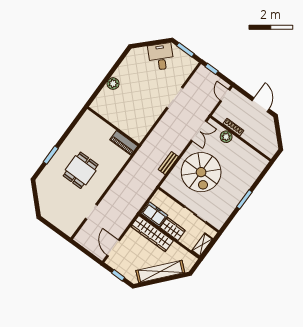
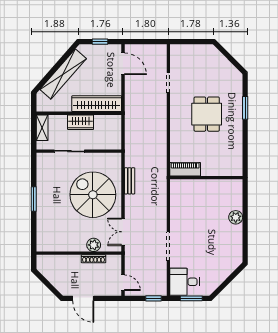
desk: (161, 57) -> (185, 282), moved, turned 135
freezer: (154, 214) -> (108, 123), removed

